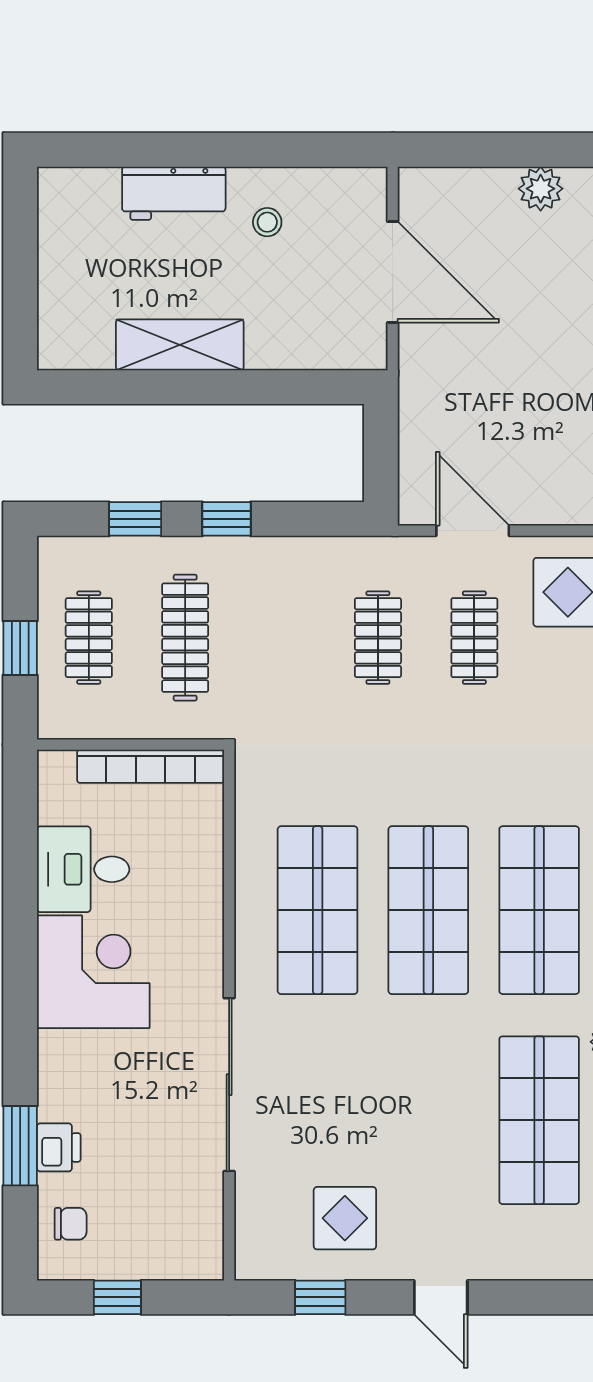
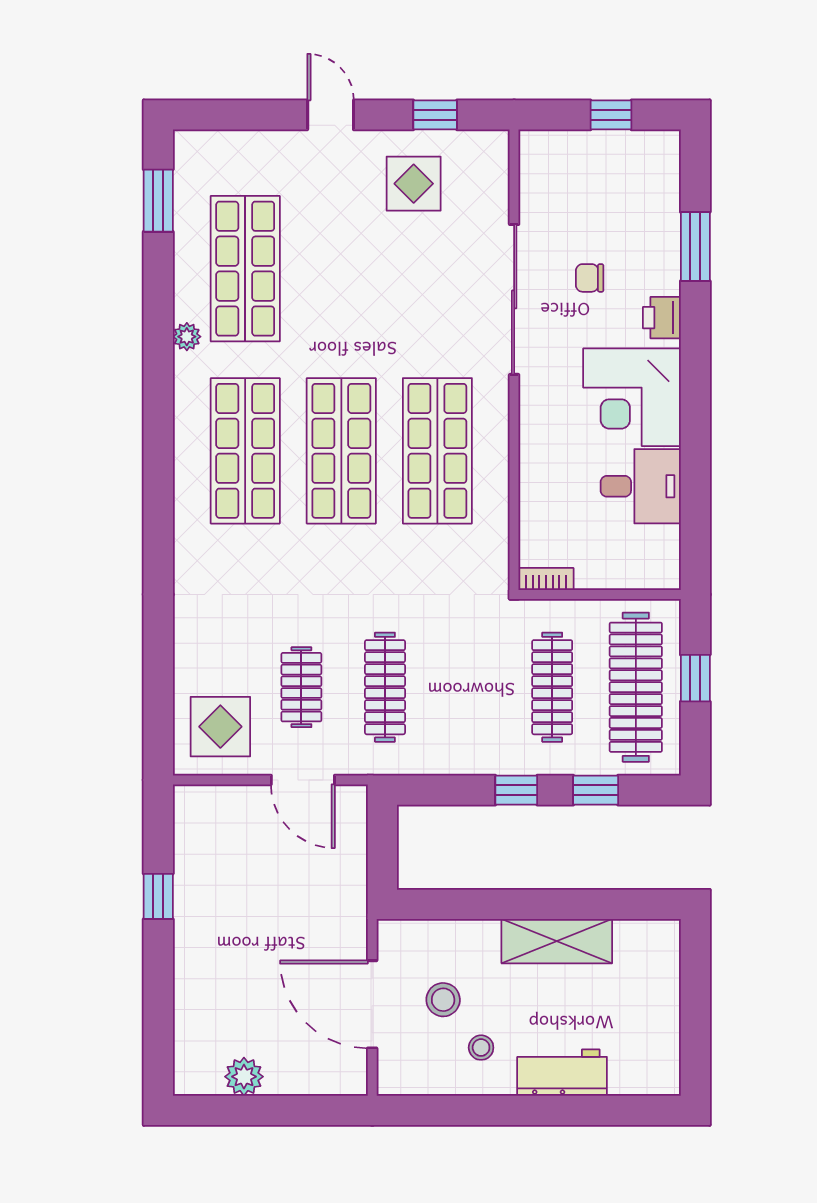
stool: (311, 277) -> (443, 1000), added
clothes rail: (89, 638) -> (636, 687), width x1.86, depth x1.31
clothes rail: (378, 638) -> (385, 687), width x1.36
bookcase: (151, 766) -> (546, 579), width x0.43, depth x0.76
printer: (59, 1147) -> (662, 318), moved
chair: (71, 1224) -> (590, 278), moved

